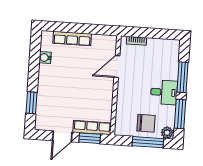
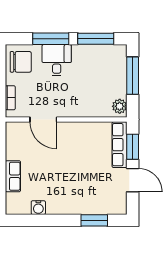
row of seats: (72, 39) -> (13, 176), width x0.68
desk: (164, 92) -> (57, 60), moved
chair: (146, 123) -> (21, 62), moved, turned 90
plant: (167, 133) -> (120, 106), moved

